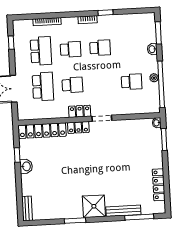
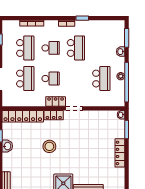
school desk: (100, 48) -> (76, 48), width x1.85
school desk: (132, 82) -> (101, 79), width x1.85
stool: (75, 164) -> (49, 146), added
locker: (159, 185) -> (120, 153), moved

